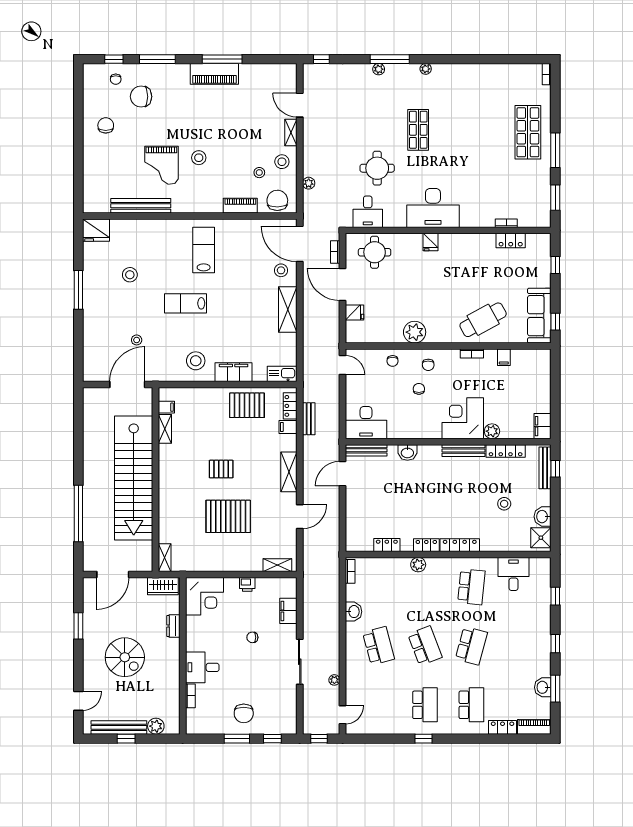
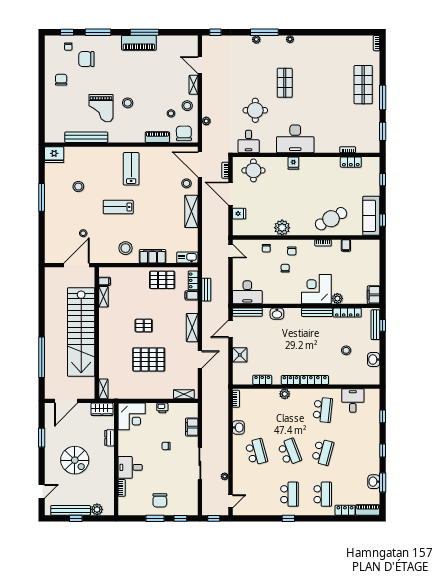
shower: (541, 538) -> (240, 355), moved

